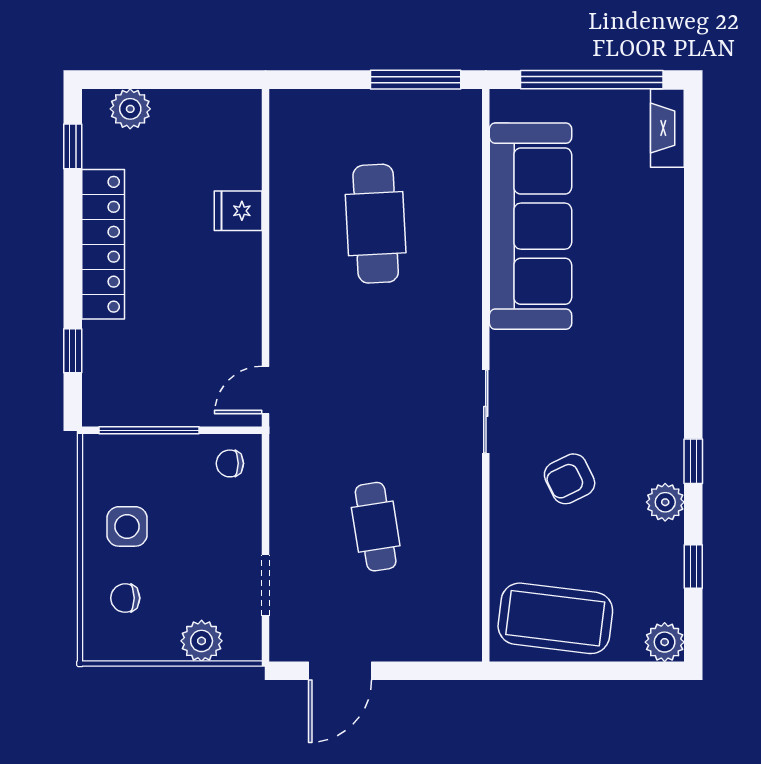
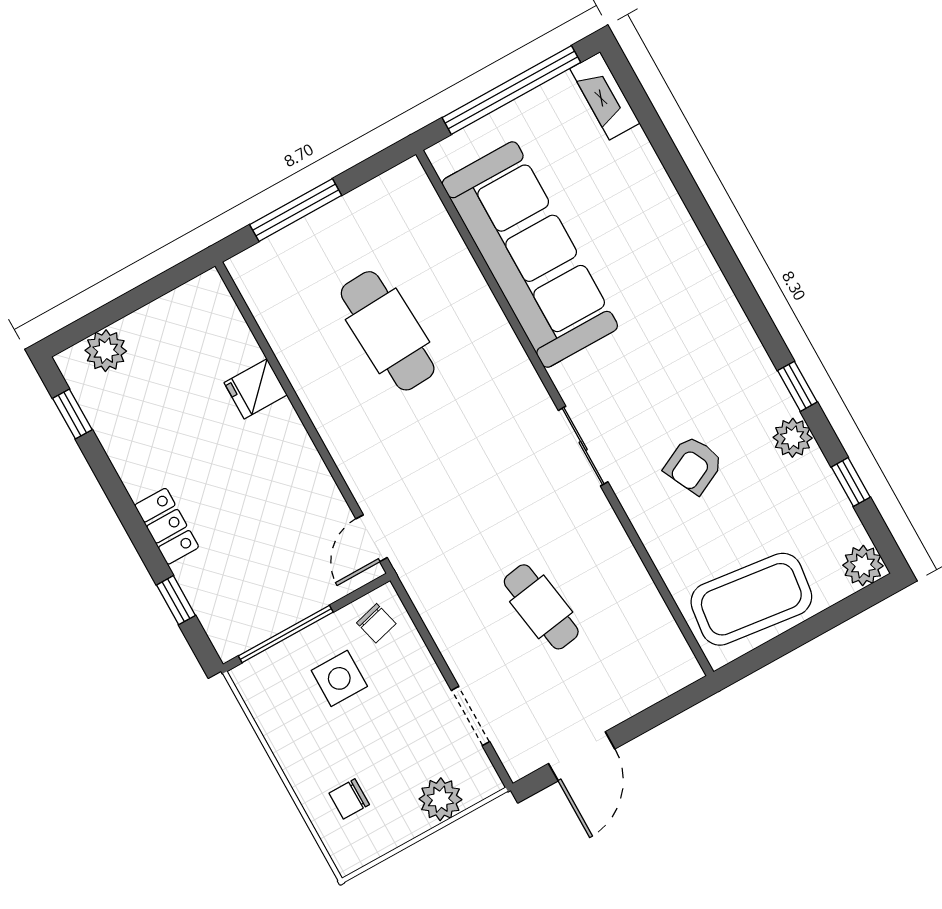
window: (416, 80) -> (296, 210), moved
locker: (103, 244) -> (167, 526), width x0.46, depth x0.83
chair: (230, 463) -> (376, 623), turned -105
side table: (127, 526) -> (339, 678), moved

